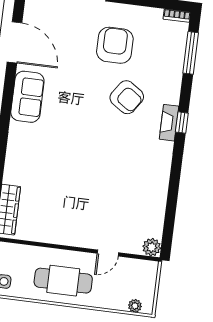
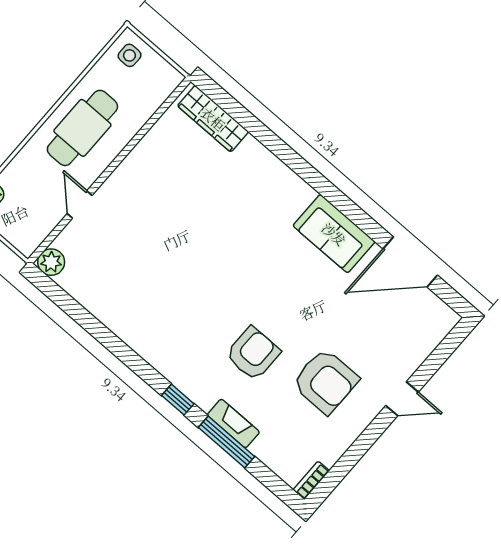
window: (191, 53) -> (226, 442), moved
armchair: (127, 97) -> (253, 354), turned 146
fireplace: (169, 123) -> (233, 423), moved

